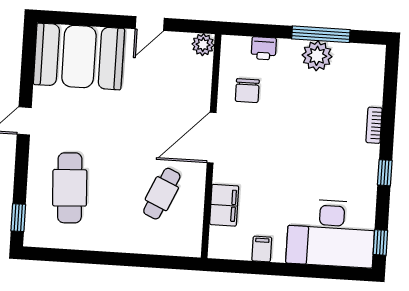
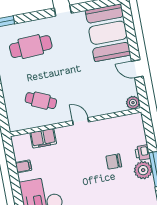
printer: (264, 48) -> (142, 153), moved
chair: (247, 91) -> (114, 162), moved
door: (212, 138) -> (81, 121), width x0.53

